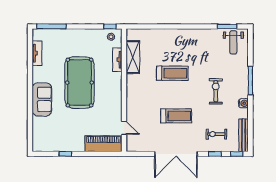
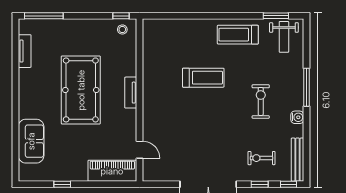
shelving: (133, 57) -> (151, 56), removed
tv unit: (117, 60) -> (131, 93), moved
sofa: (42, 99) -> (31, 141), moved
treadmill: (176, 116) -> (238, 35), moved, turned 180

